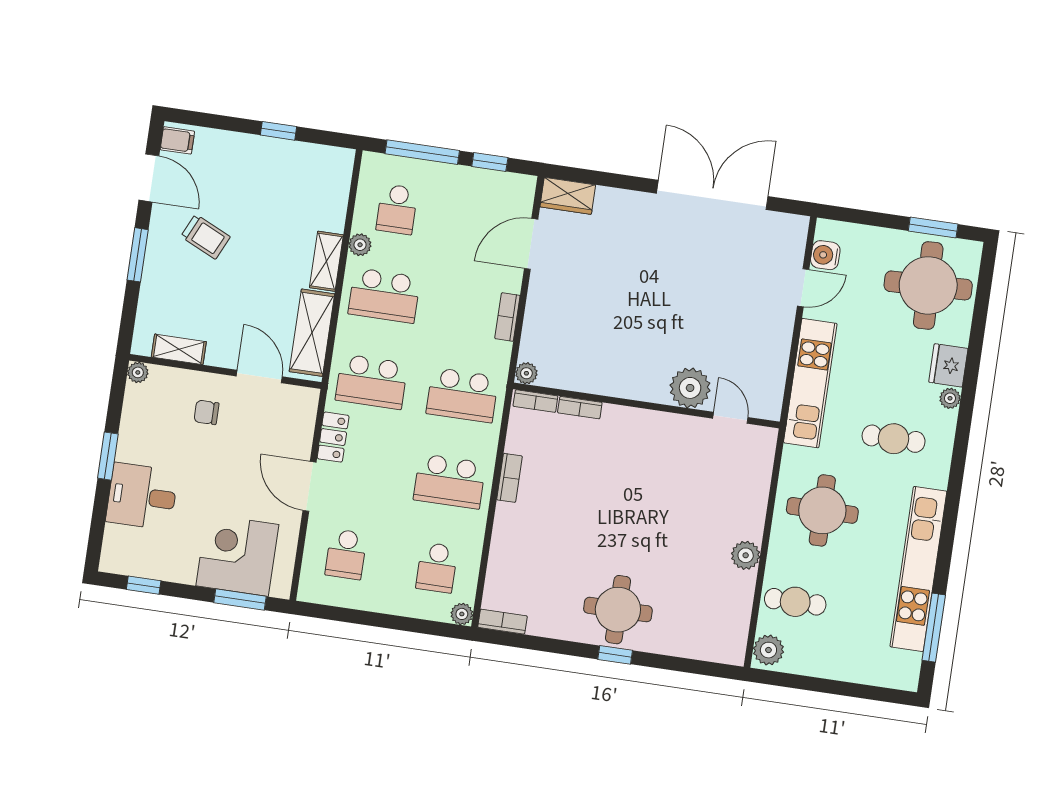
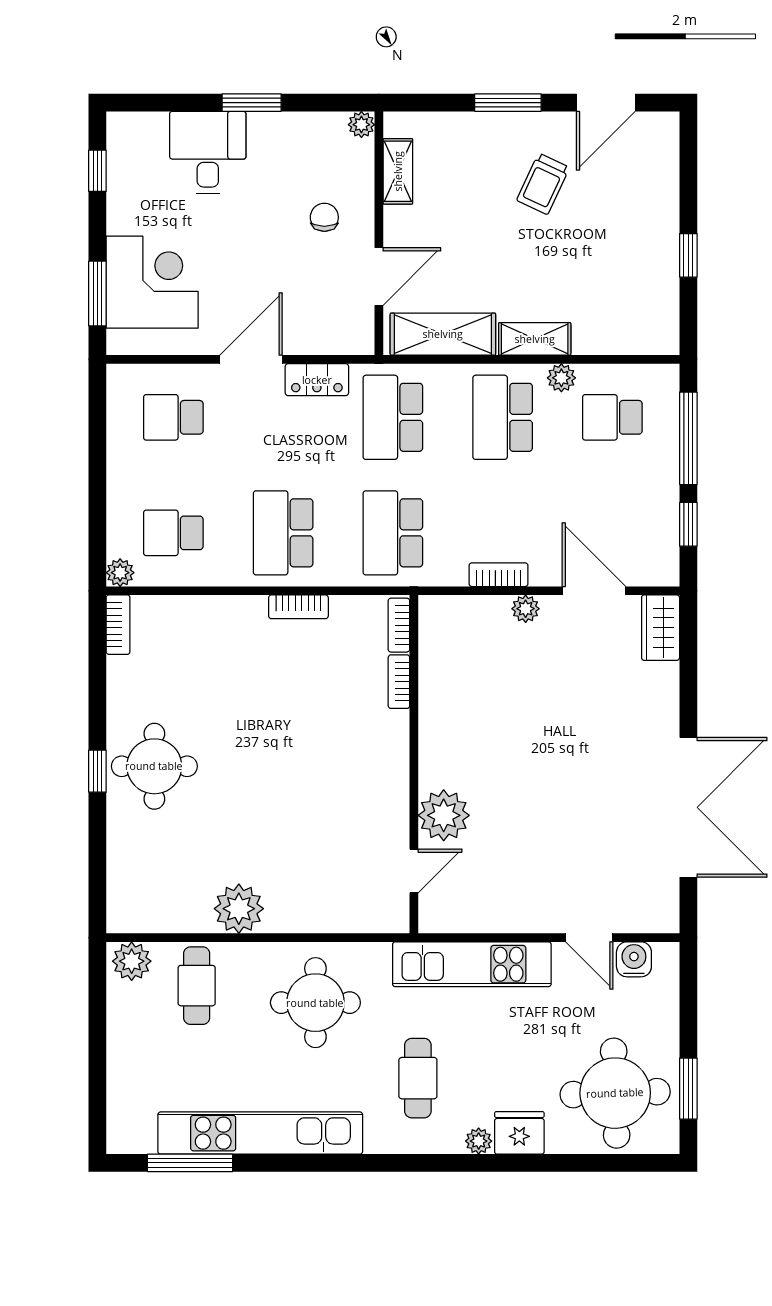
filing cabinet: (177, 140) -> (658, 131), removed
plant: (526, 373) -> (526, 609), moved
plant: (746, 555) -> (239, 909), width x1.36, depth x1.36

